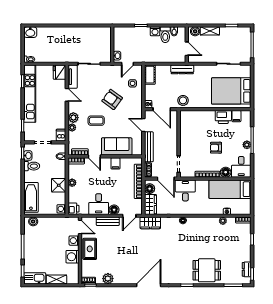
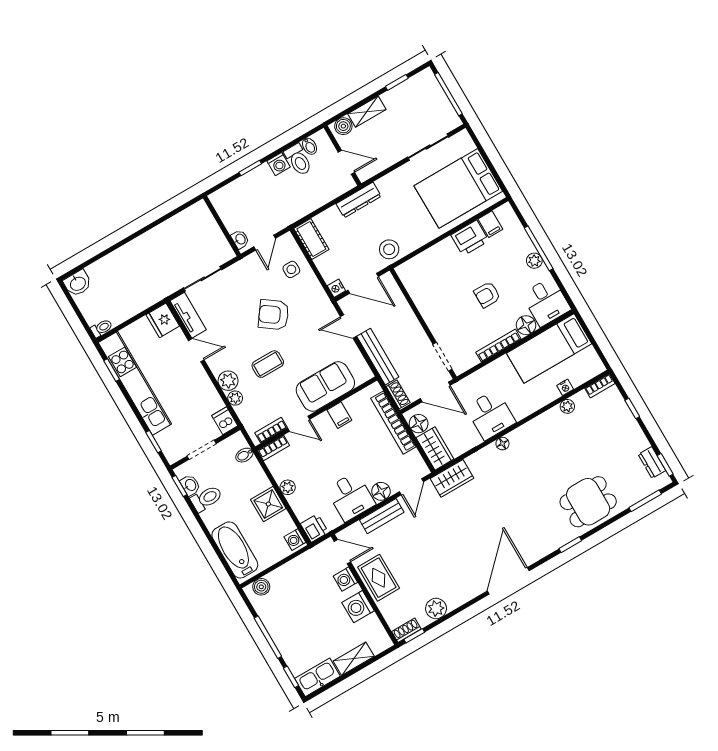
desk: (185, 190) -> (491, 415), moved, turned 180

